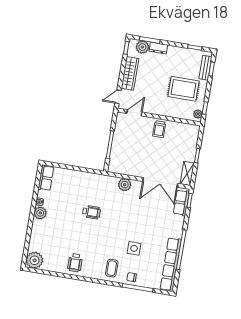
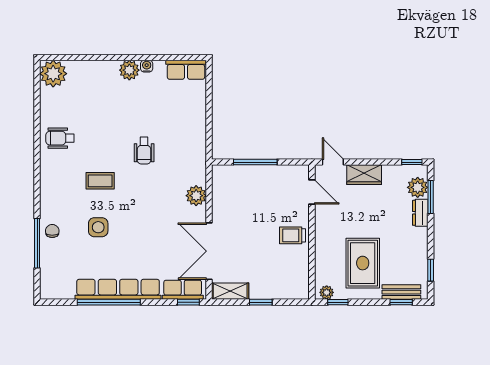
wardrobe: (130, 73) -> (364, 175), width x0.67
row of seats: (171, 264) -> (118, 289), moved
coffee table: (112, 268) -> (100, 181), moved

